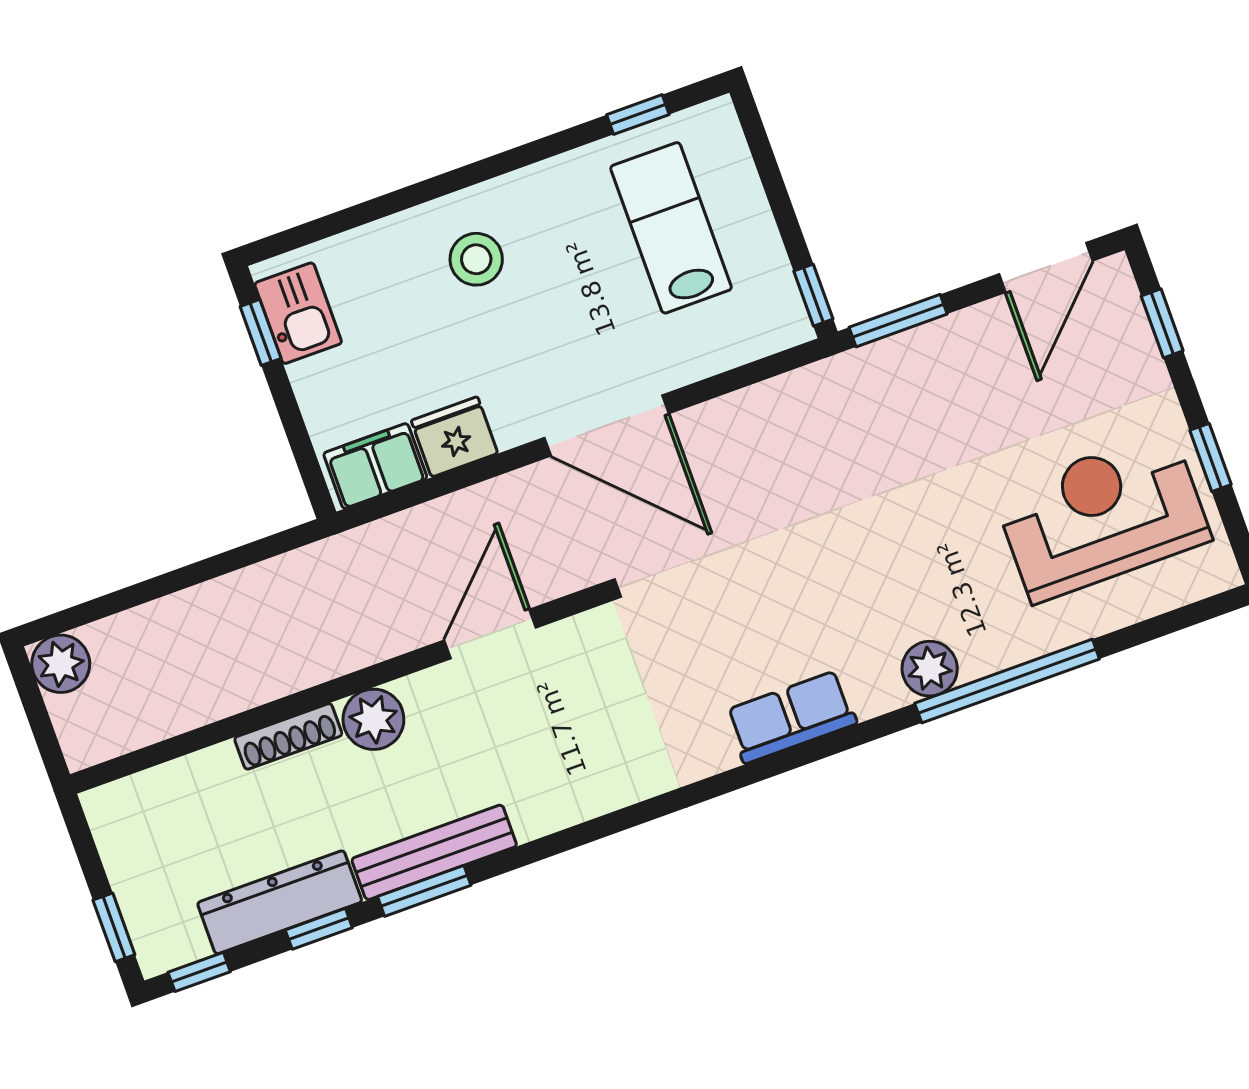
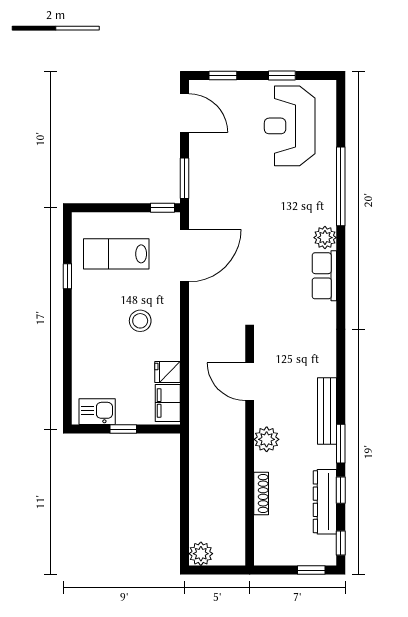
window: (638, 115) -> (67, 276), moved
stool: (476, 259) -> (140, 321), moved
window: (261, 332) -> (123, 429), moved
door: (606, 426) -> (185, 256), moved
fridge: (455, 437) -> (168, 372), width x0.72
plant: (930, 669) -> (325, 238), moved
shoe rack: (288, 736) -> (261, 494), moved
bench: (434, 852) -> (327, 411), moved

